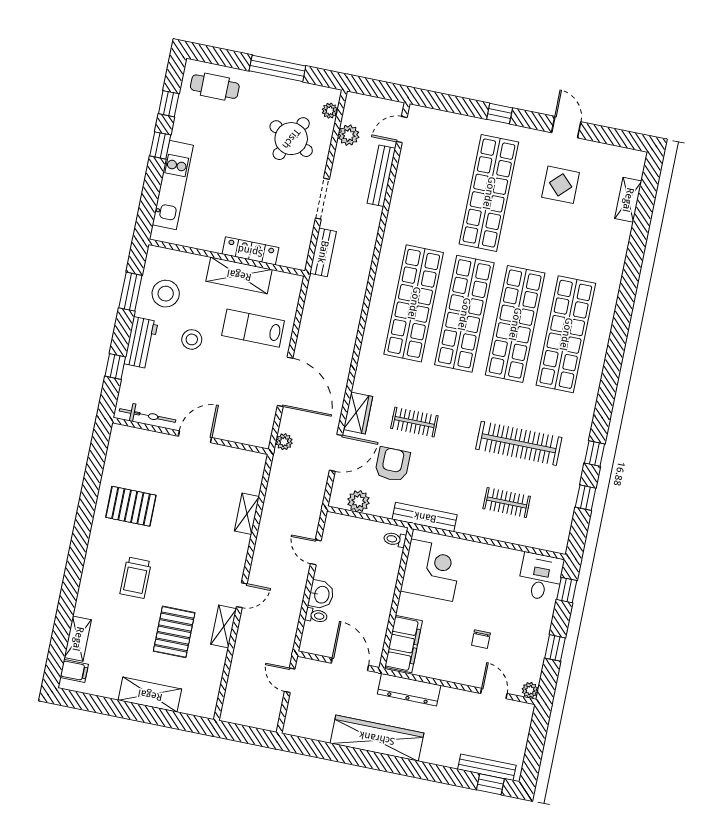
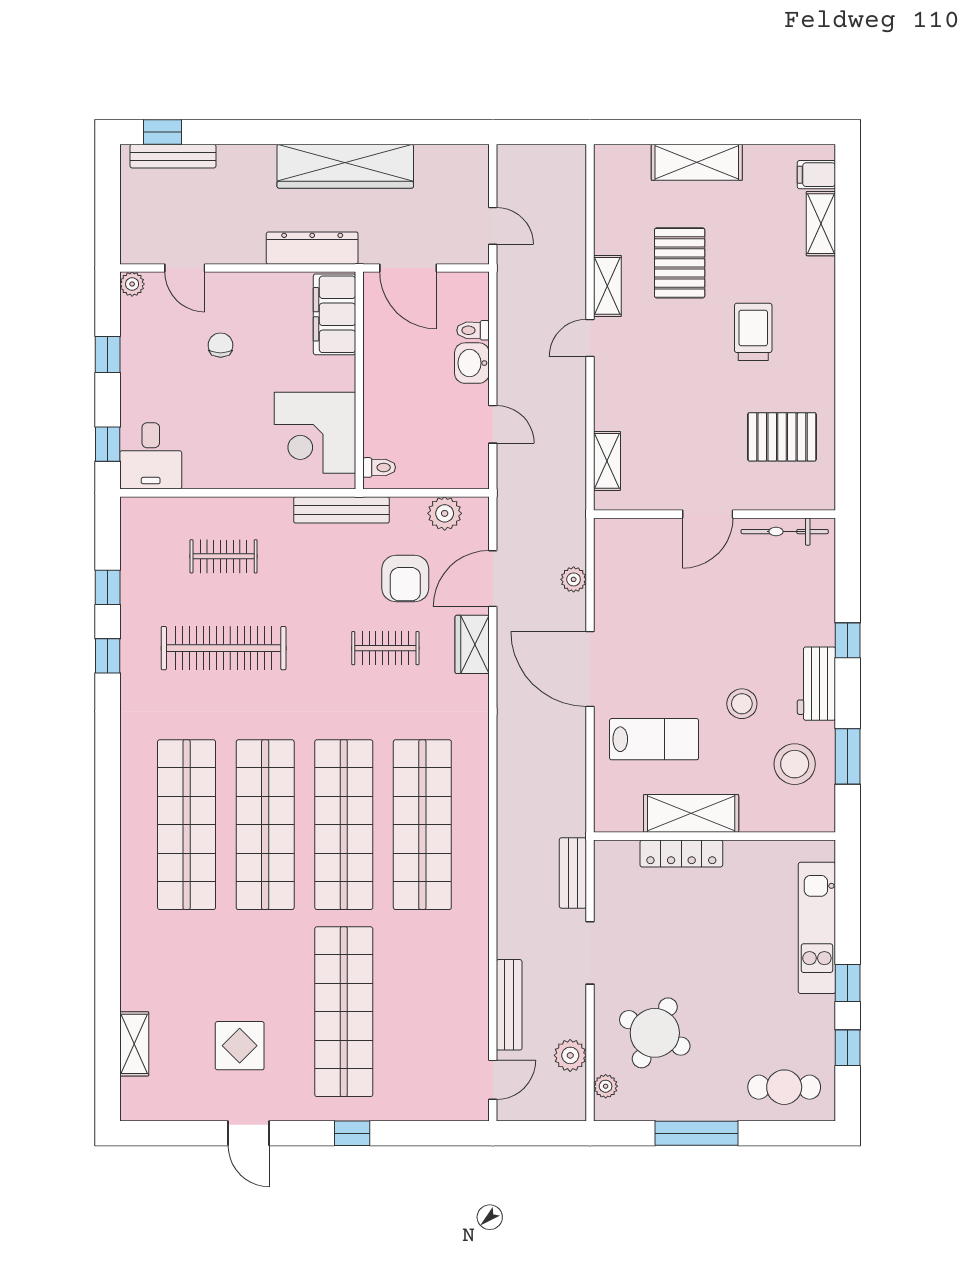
bicycle: (148, 415) -> (785, 532), moved
wall: (190, 436) -> (715, 514), moved
door: (195, 437) -> (708, 514), moved

